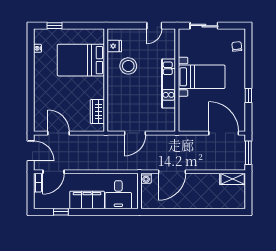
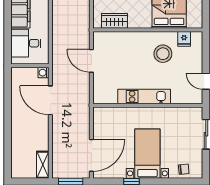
bed with nightstands: (202, 77) -> (147, 154), moved, turned 180

